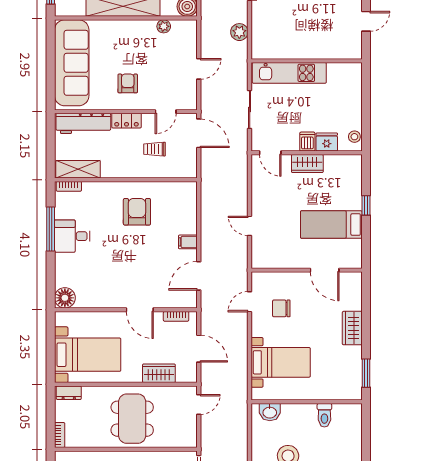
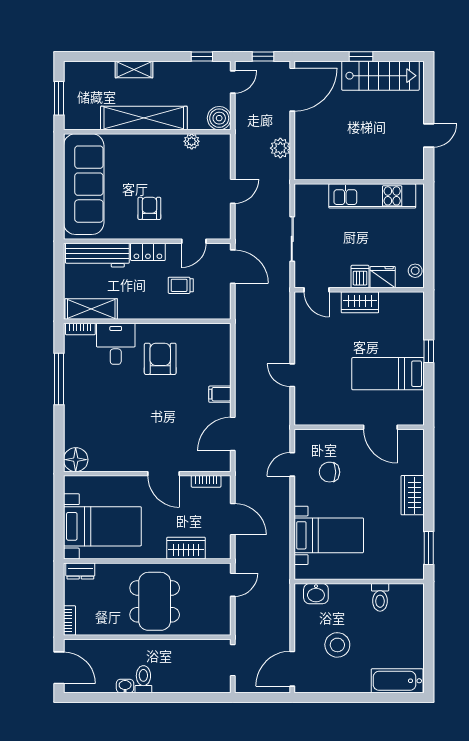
kitchen unit: (289, 73) -> (372, 196), moved
desk: (72, 236) -> (116, 344), moved, turned 90

